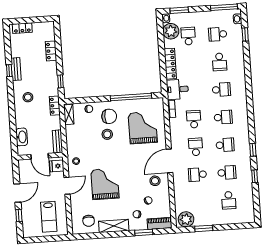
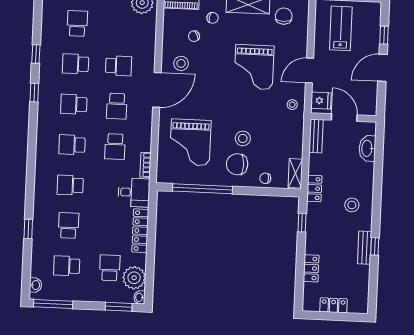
locker: (22, 28) -> (333, 305), moved
school desk: (218, 34) -> (67, 266), turned 180
window: (245, 34) -> (28, 229), moved
school desk: (188, 36) -> (110, 268), turned 180

